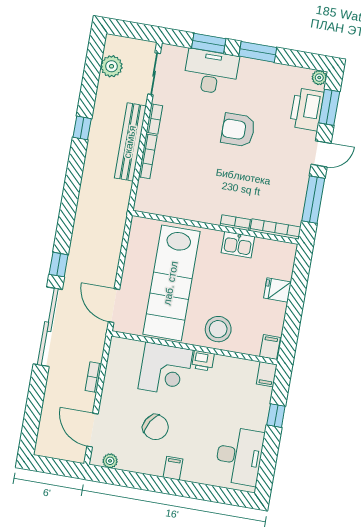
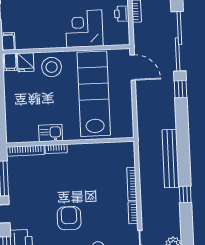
armchair: (238, 130) -> (69, 218), turned -90
bench: (130, 142) -> (171, 159), moved
fridge: (277, 290) -> (26, 62), moved, turned 90
printer: (203, 361) -> (122, 14), moved, turned -90

